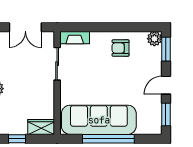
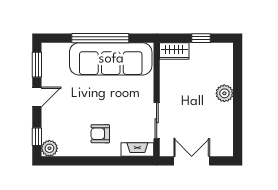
armchair: (120, 48) -> (100, 134), moved, turned 180
window: (166, 49) -> (37, 137), width x0.67

